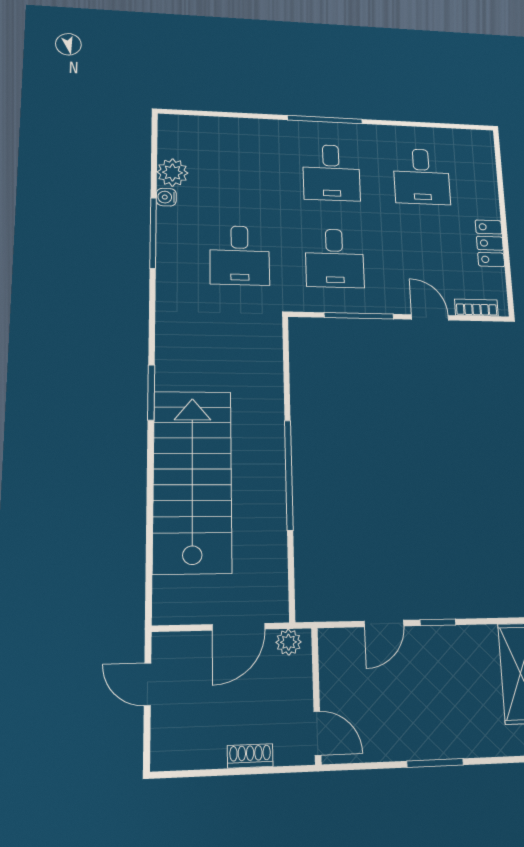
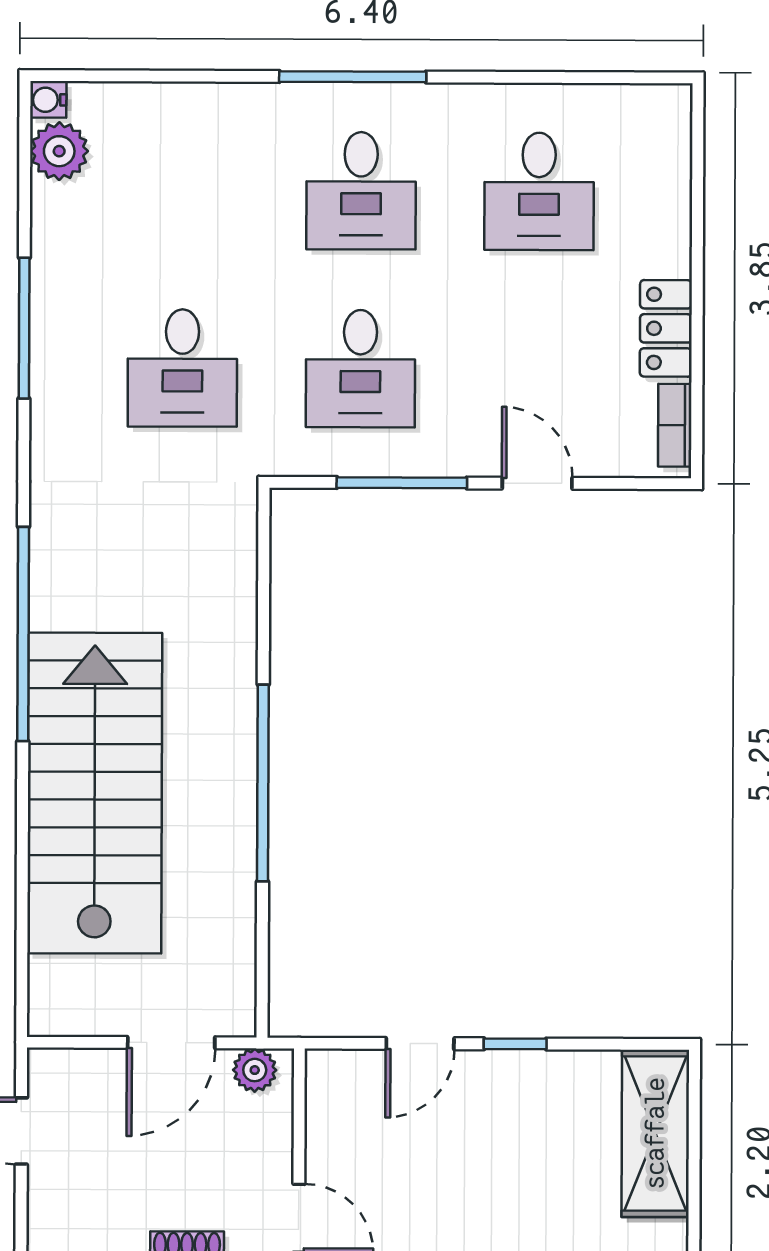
plant: (173, 172) -> (59, 151), moved
water cooler: (166, 197) -> (48, 100), moved
bookcase: (476, 308) -> (675, 425), moved, turned -90
window: (151, 392) -> (23, 634), width x2.11

